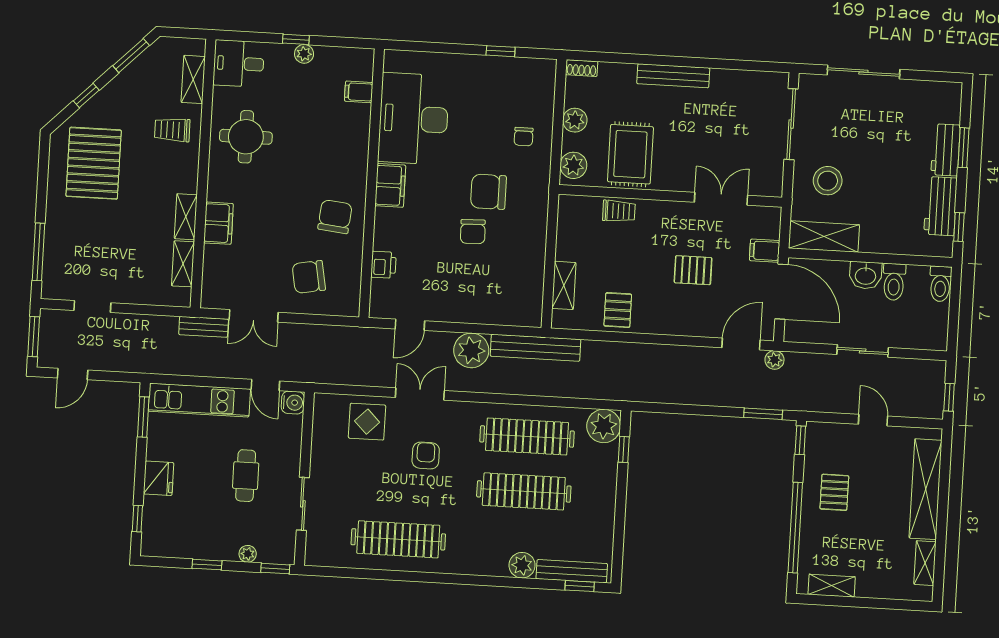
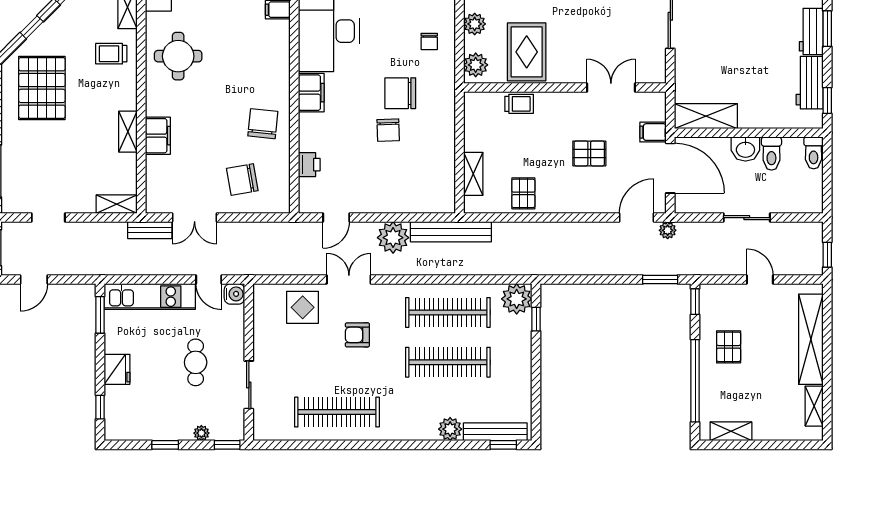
stool: (828, 181) -> (706, 66), removed
shelving: (183, 264) -> (117, 204), moved, turned 90
armchair: (426, 456) -> (357, 335), turned -90

